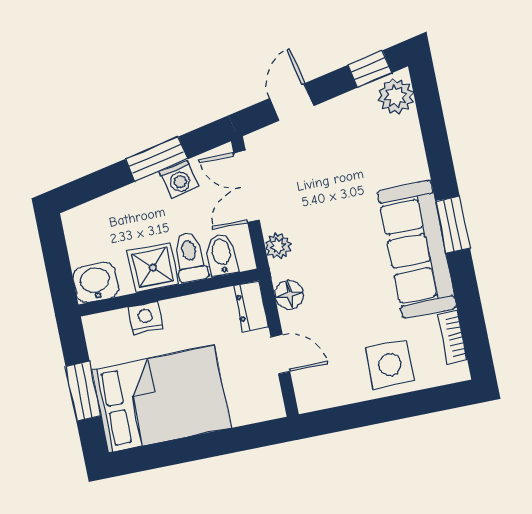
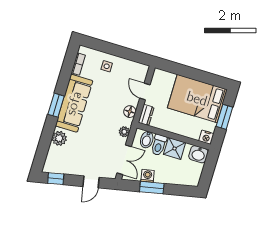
plant: (396, 96) -> (59, 138), moved
nightstand: (146, 318) -> (206, 137), moved
side table: (390, 364) -> (107, 66), width x0.54, depth x0.54

